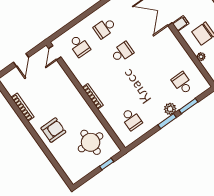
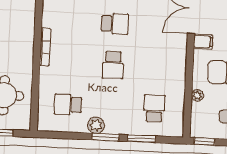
school desk: (139, 77) -> (113, 65), added
plant: (170, 109) -> (96, 125), moved
school desk: (131, 119) -> (68, 105), turned 90

